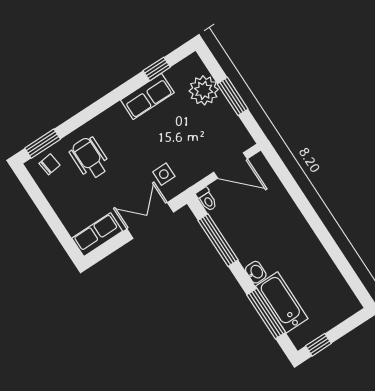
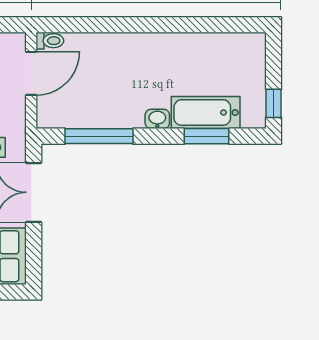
toilet: (207, 199) -> (50, 41), moved
window: (266, 314) -> (207, 136), width x0.69

